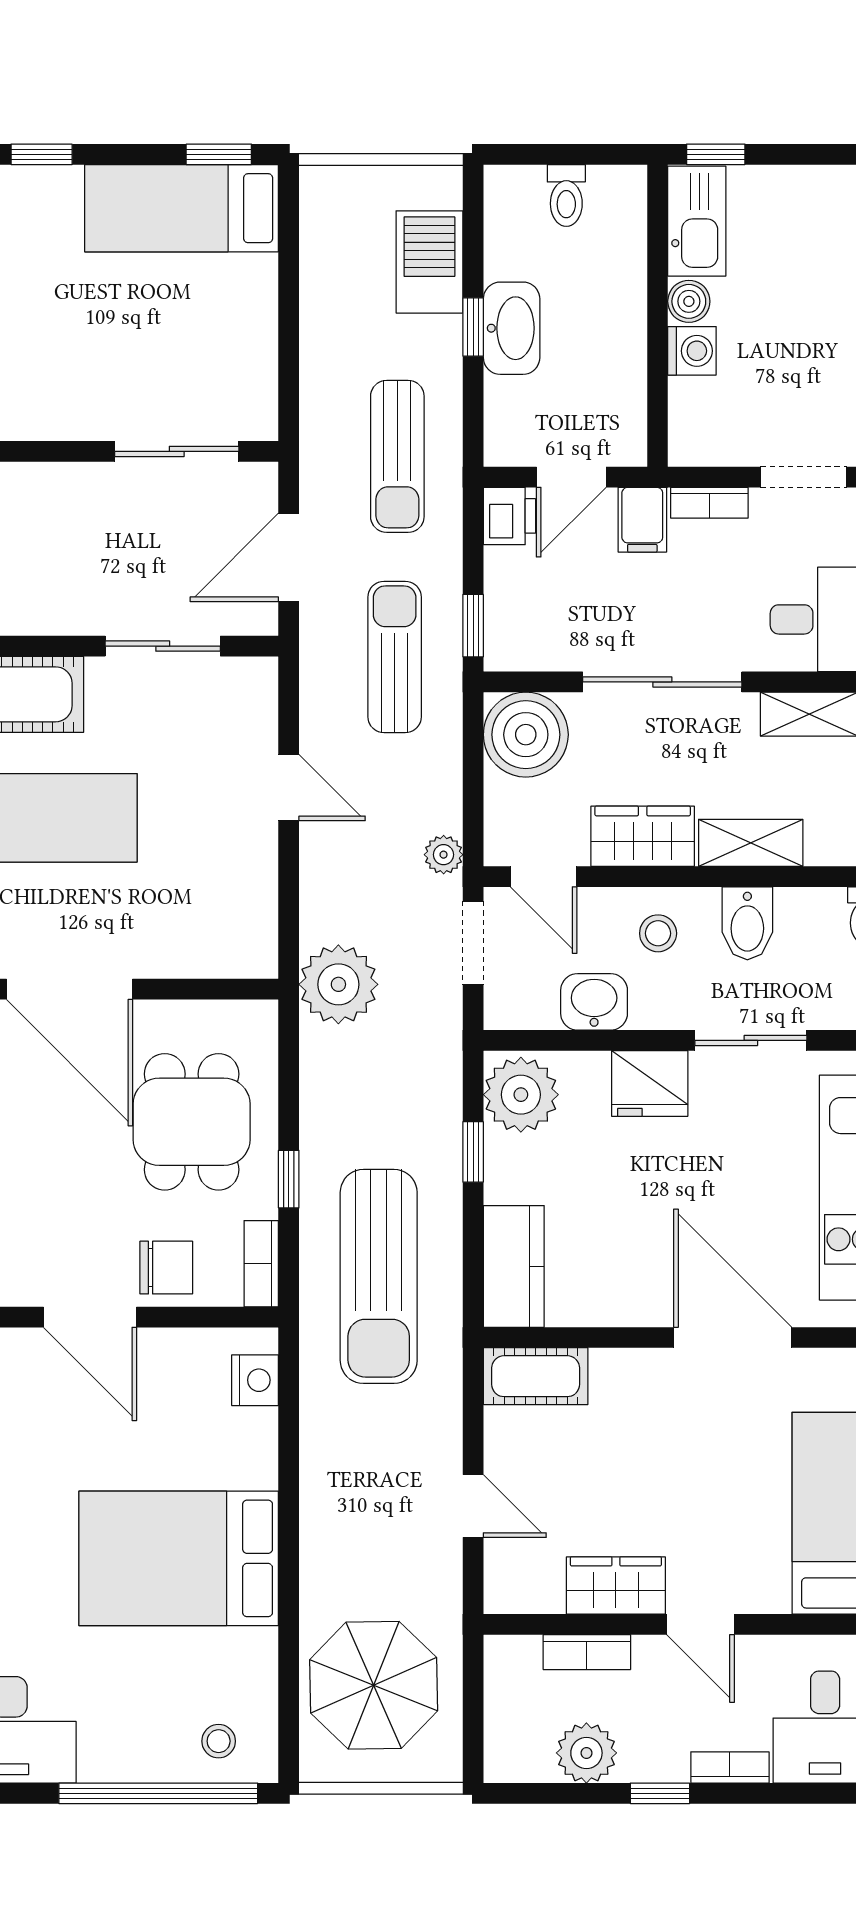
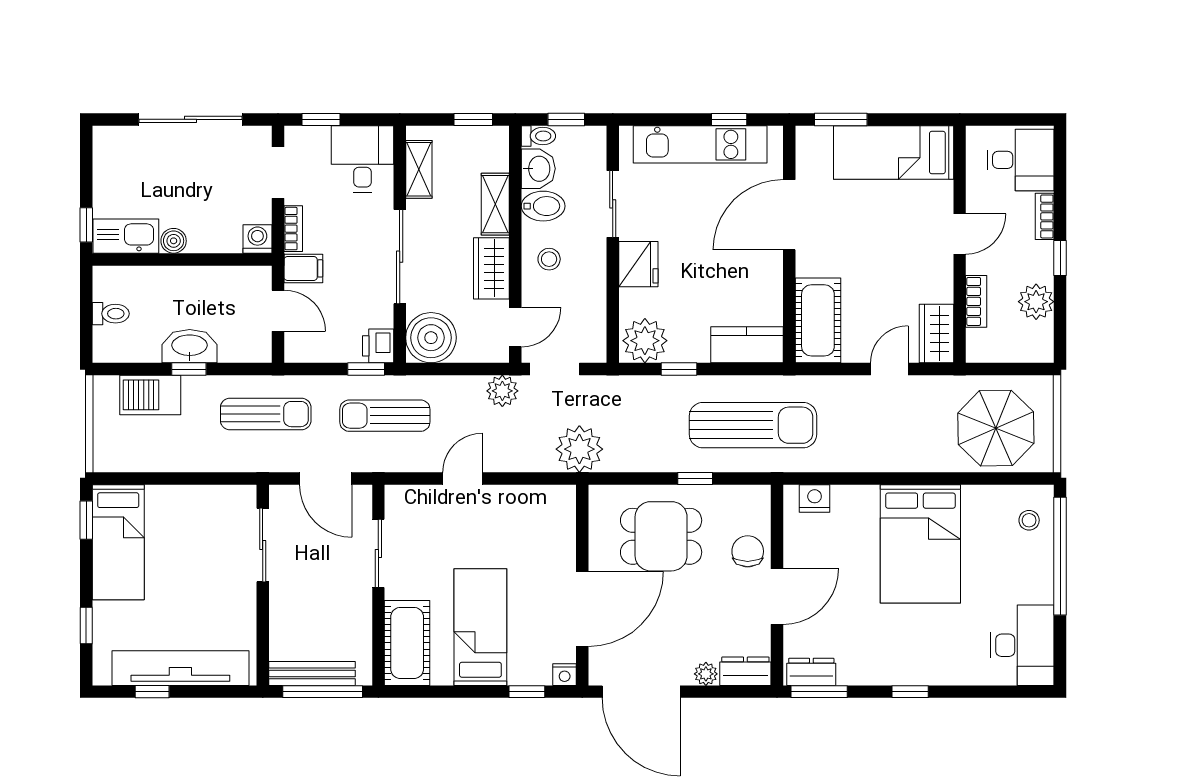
washing machine: (692, 351) -> (257, 239), moved
printer: (509, 516) -> (378, 346), moved, turned -90
plant: (444, 855) -> (502, 391), width x1.38, depth x1.38
washbasin: (594, 1002) -> (538, 169), moved, turned 180
bookcase: (261, 1264) -> (745, 495), removed
cot: (536, 1376) -> (818, 320), width x1.37, depth x1.34
wardrobe: (616, 1585) -> (937, 334), moved

